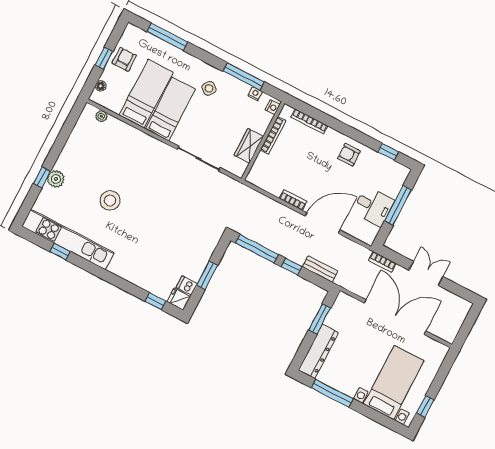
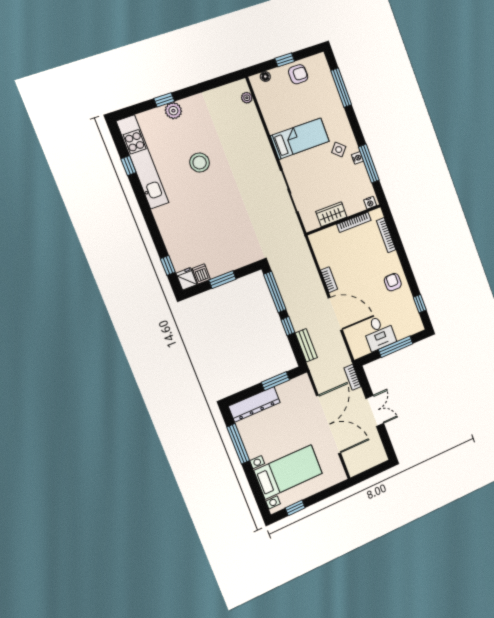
bed: (146, 94) -> (292, 112), removed
nightstand: (255, 94) -> (357, 158), moved

